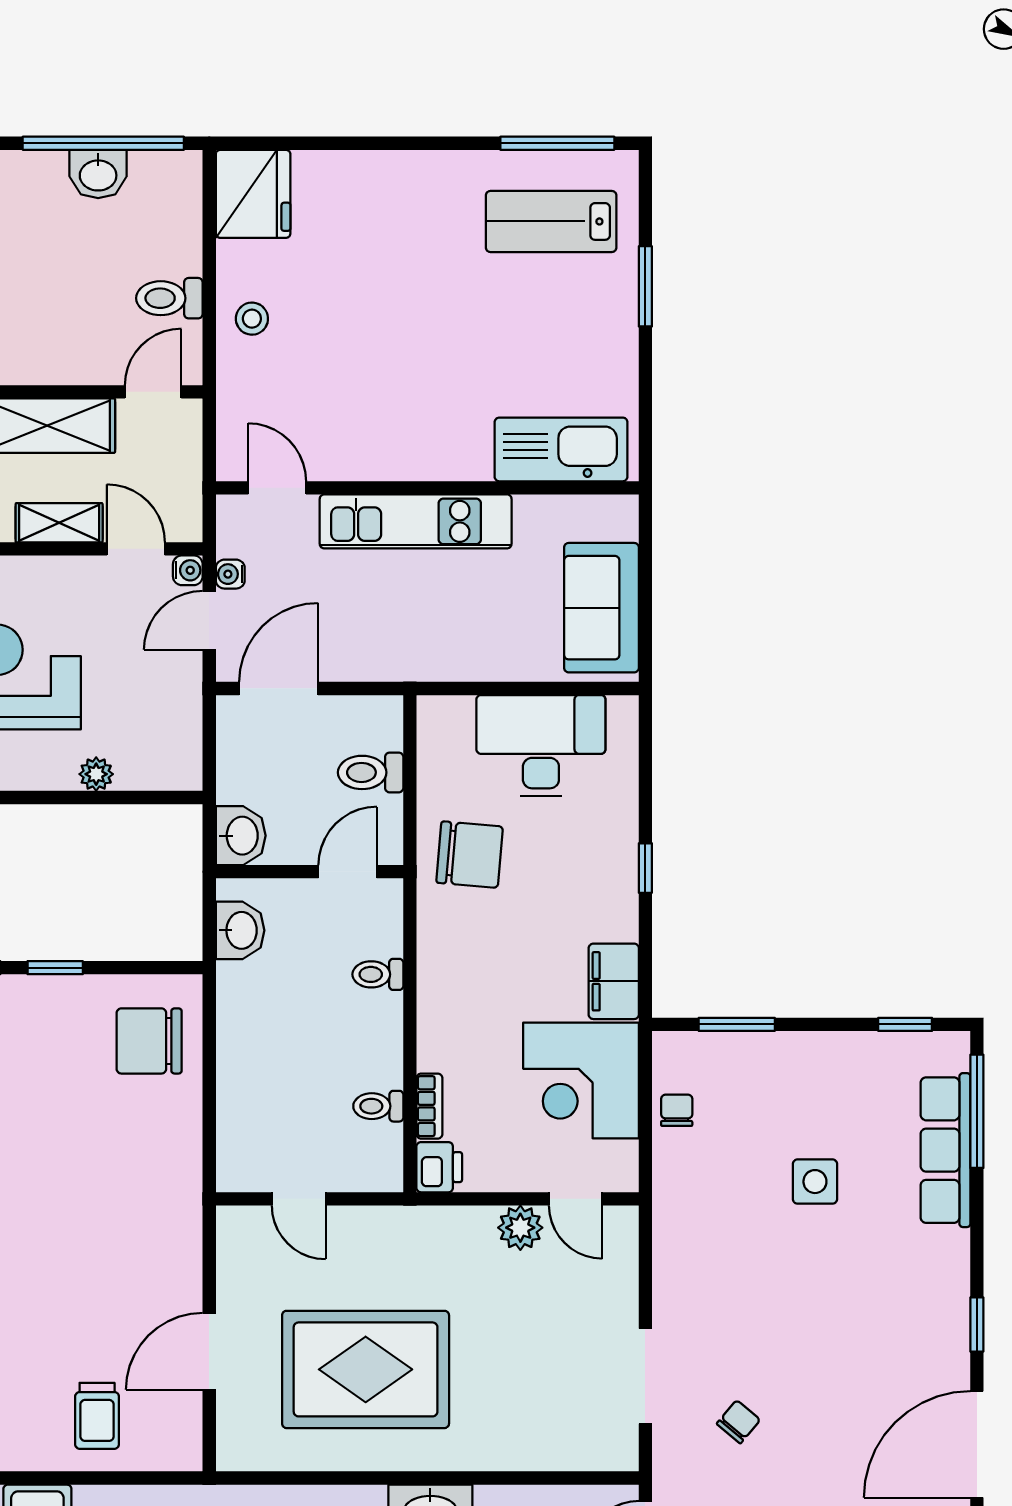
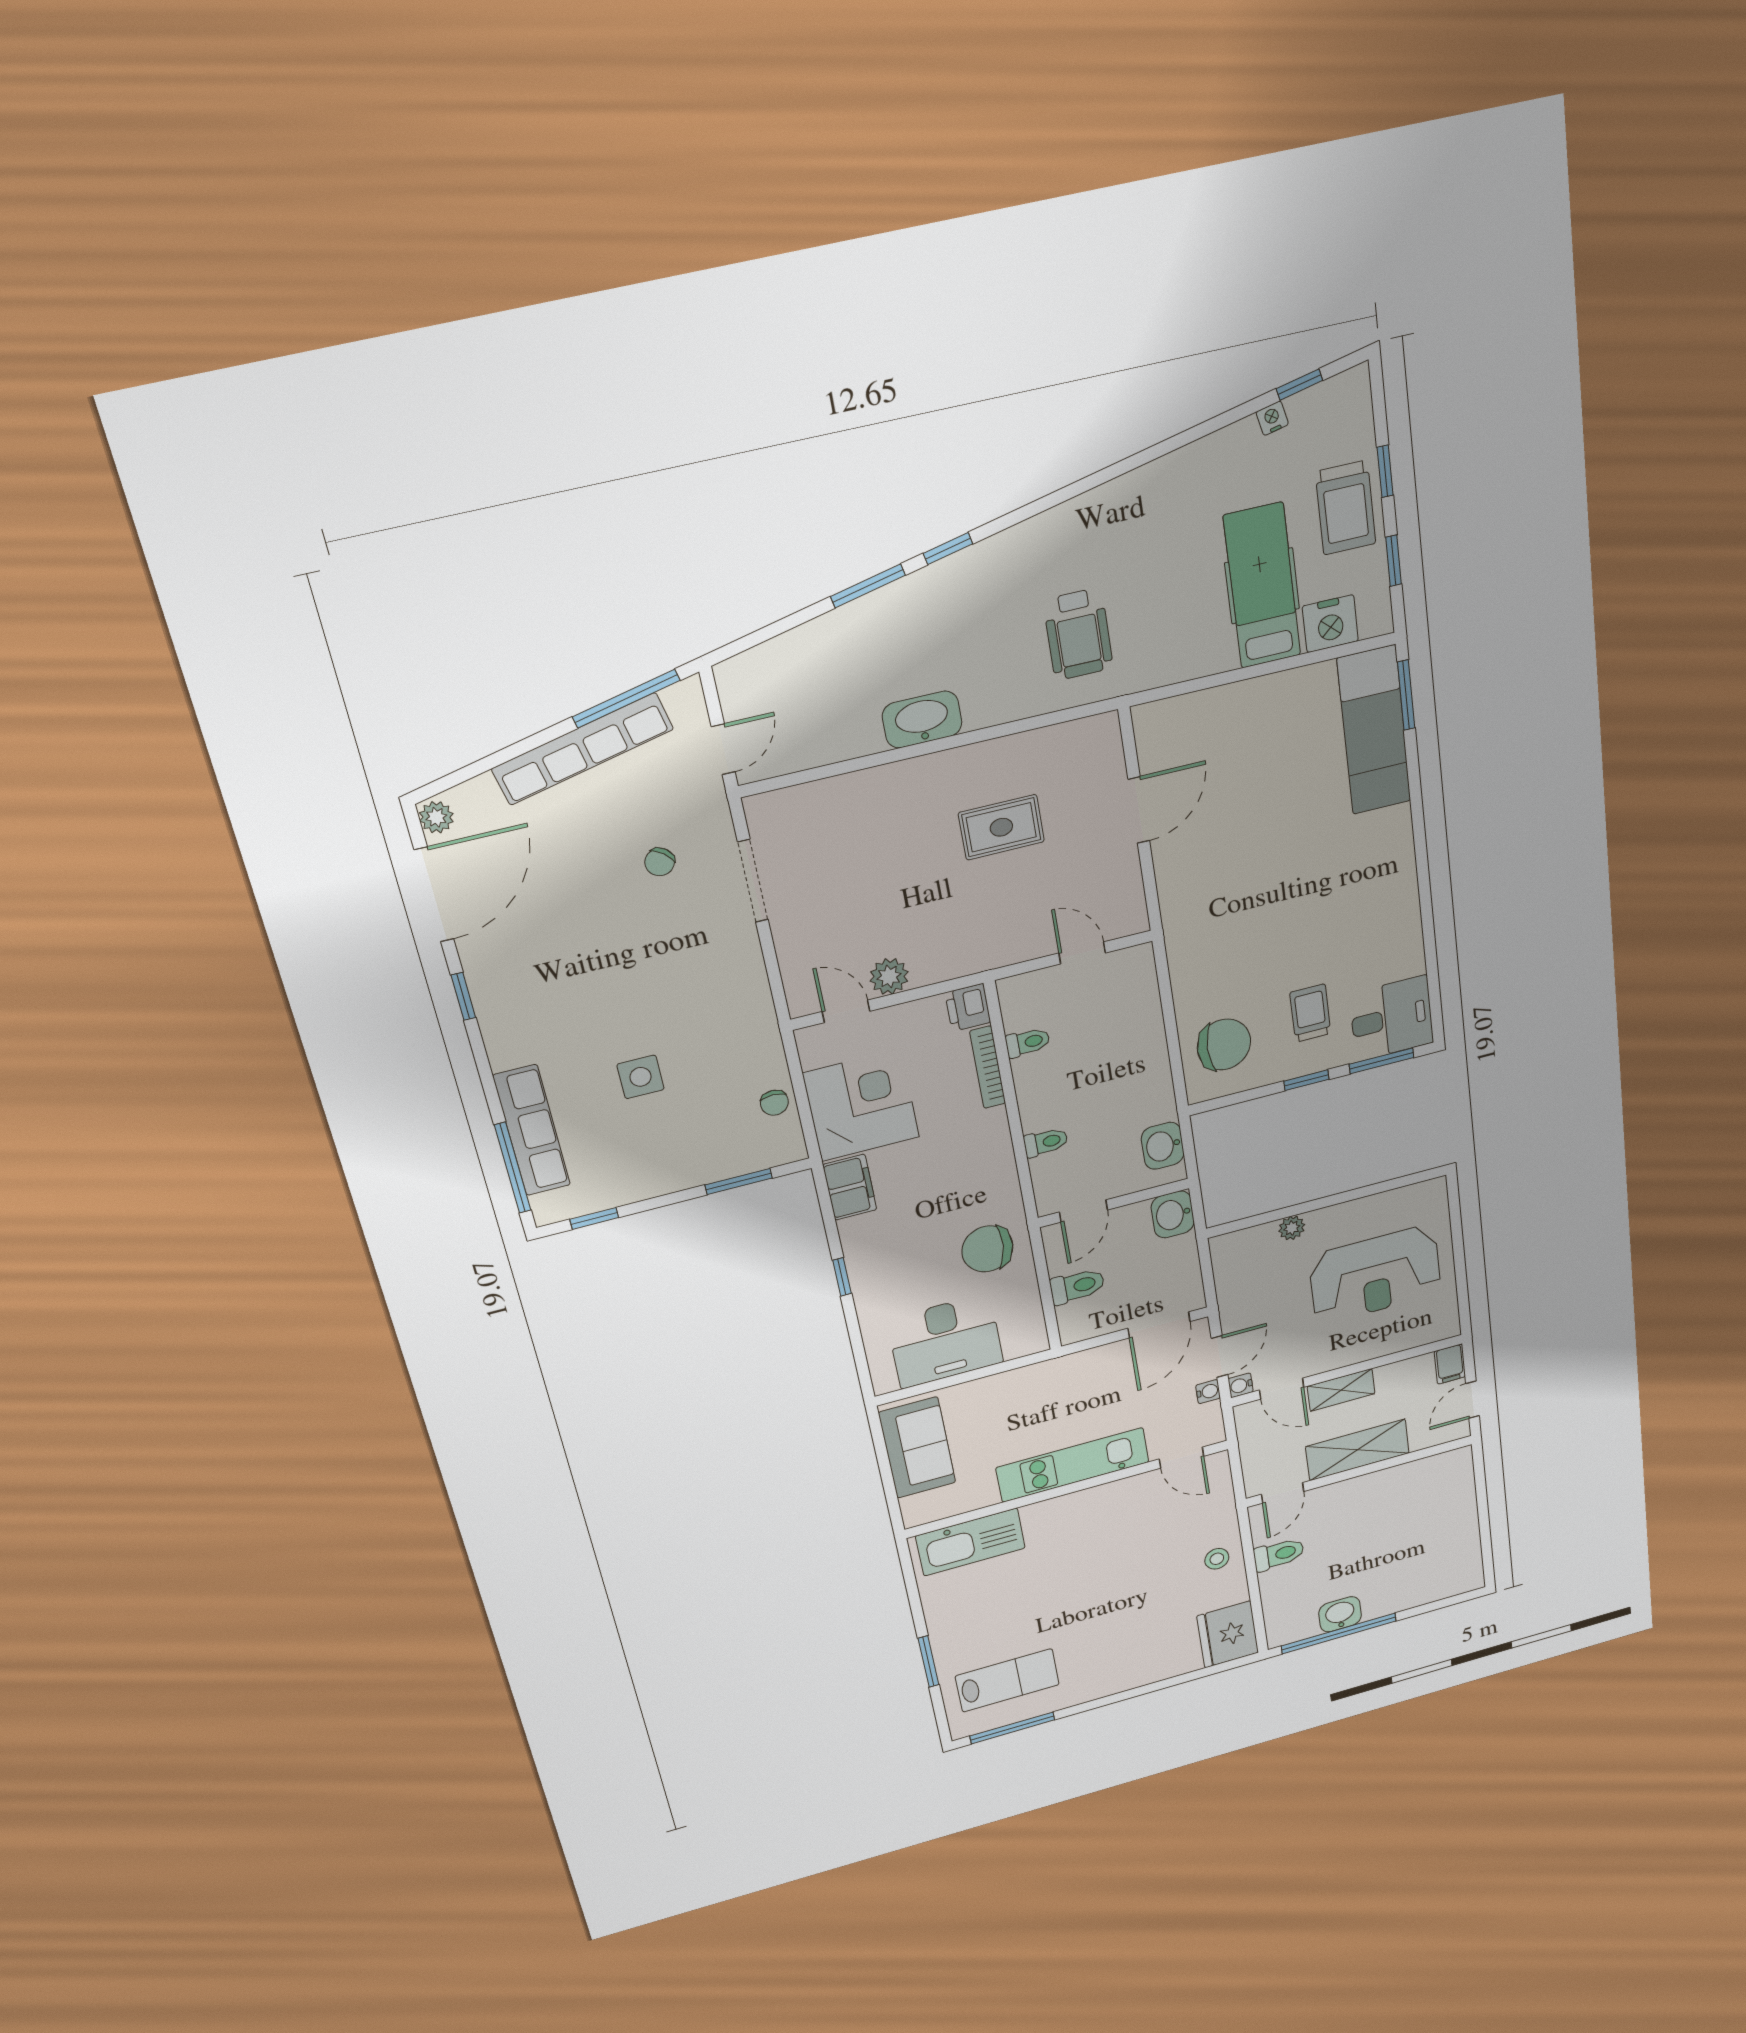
bookcase: (429, 1106) -> (988, 1067), width x1.56
rug: (366, 1369) -> (1001, 827), width x0.54, depth x0.49
trolley: (97, 1416) -> (1310, 1013), moved

